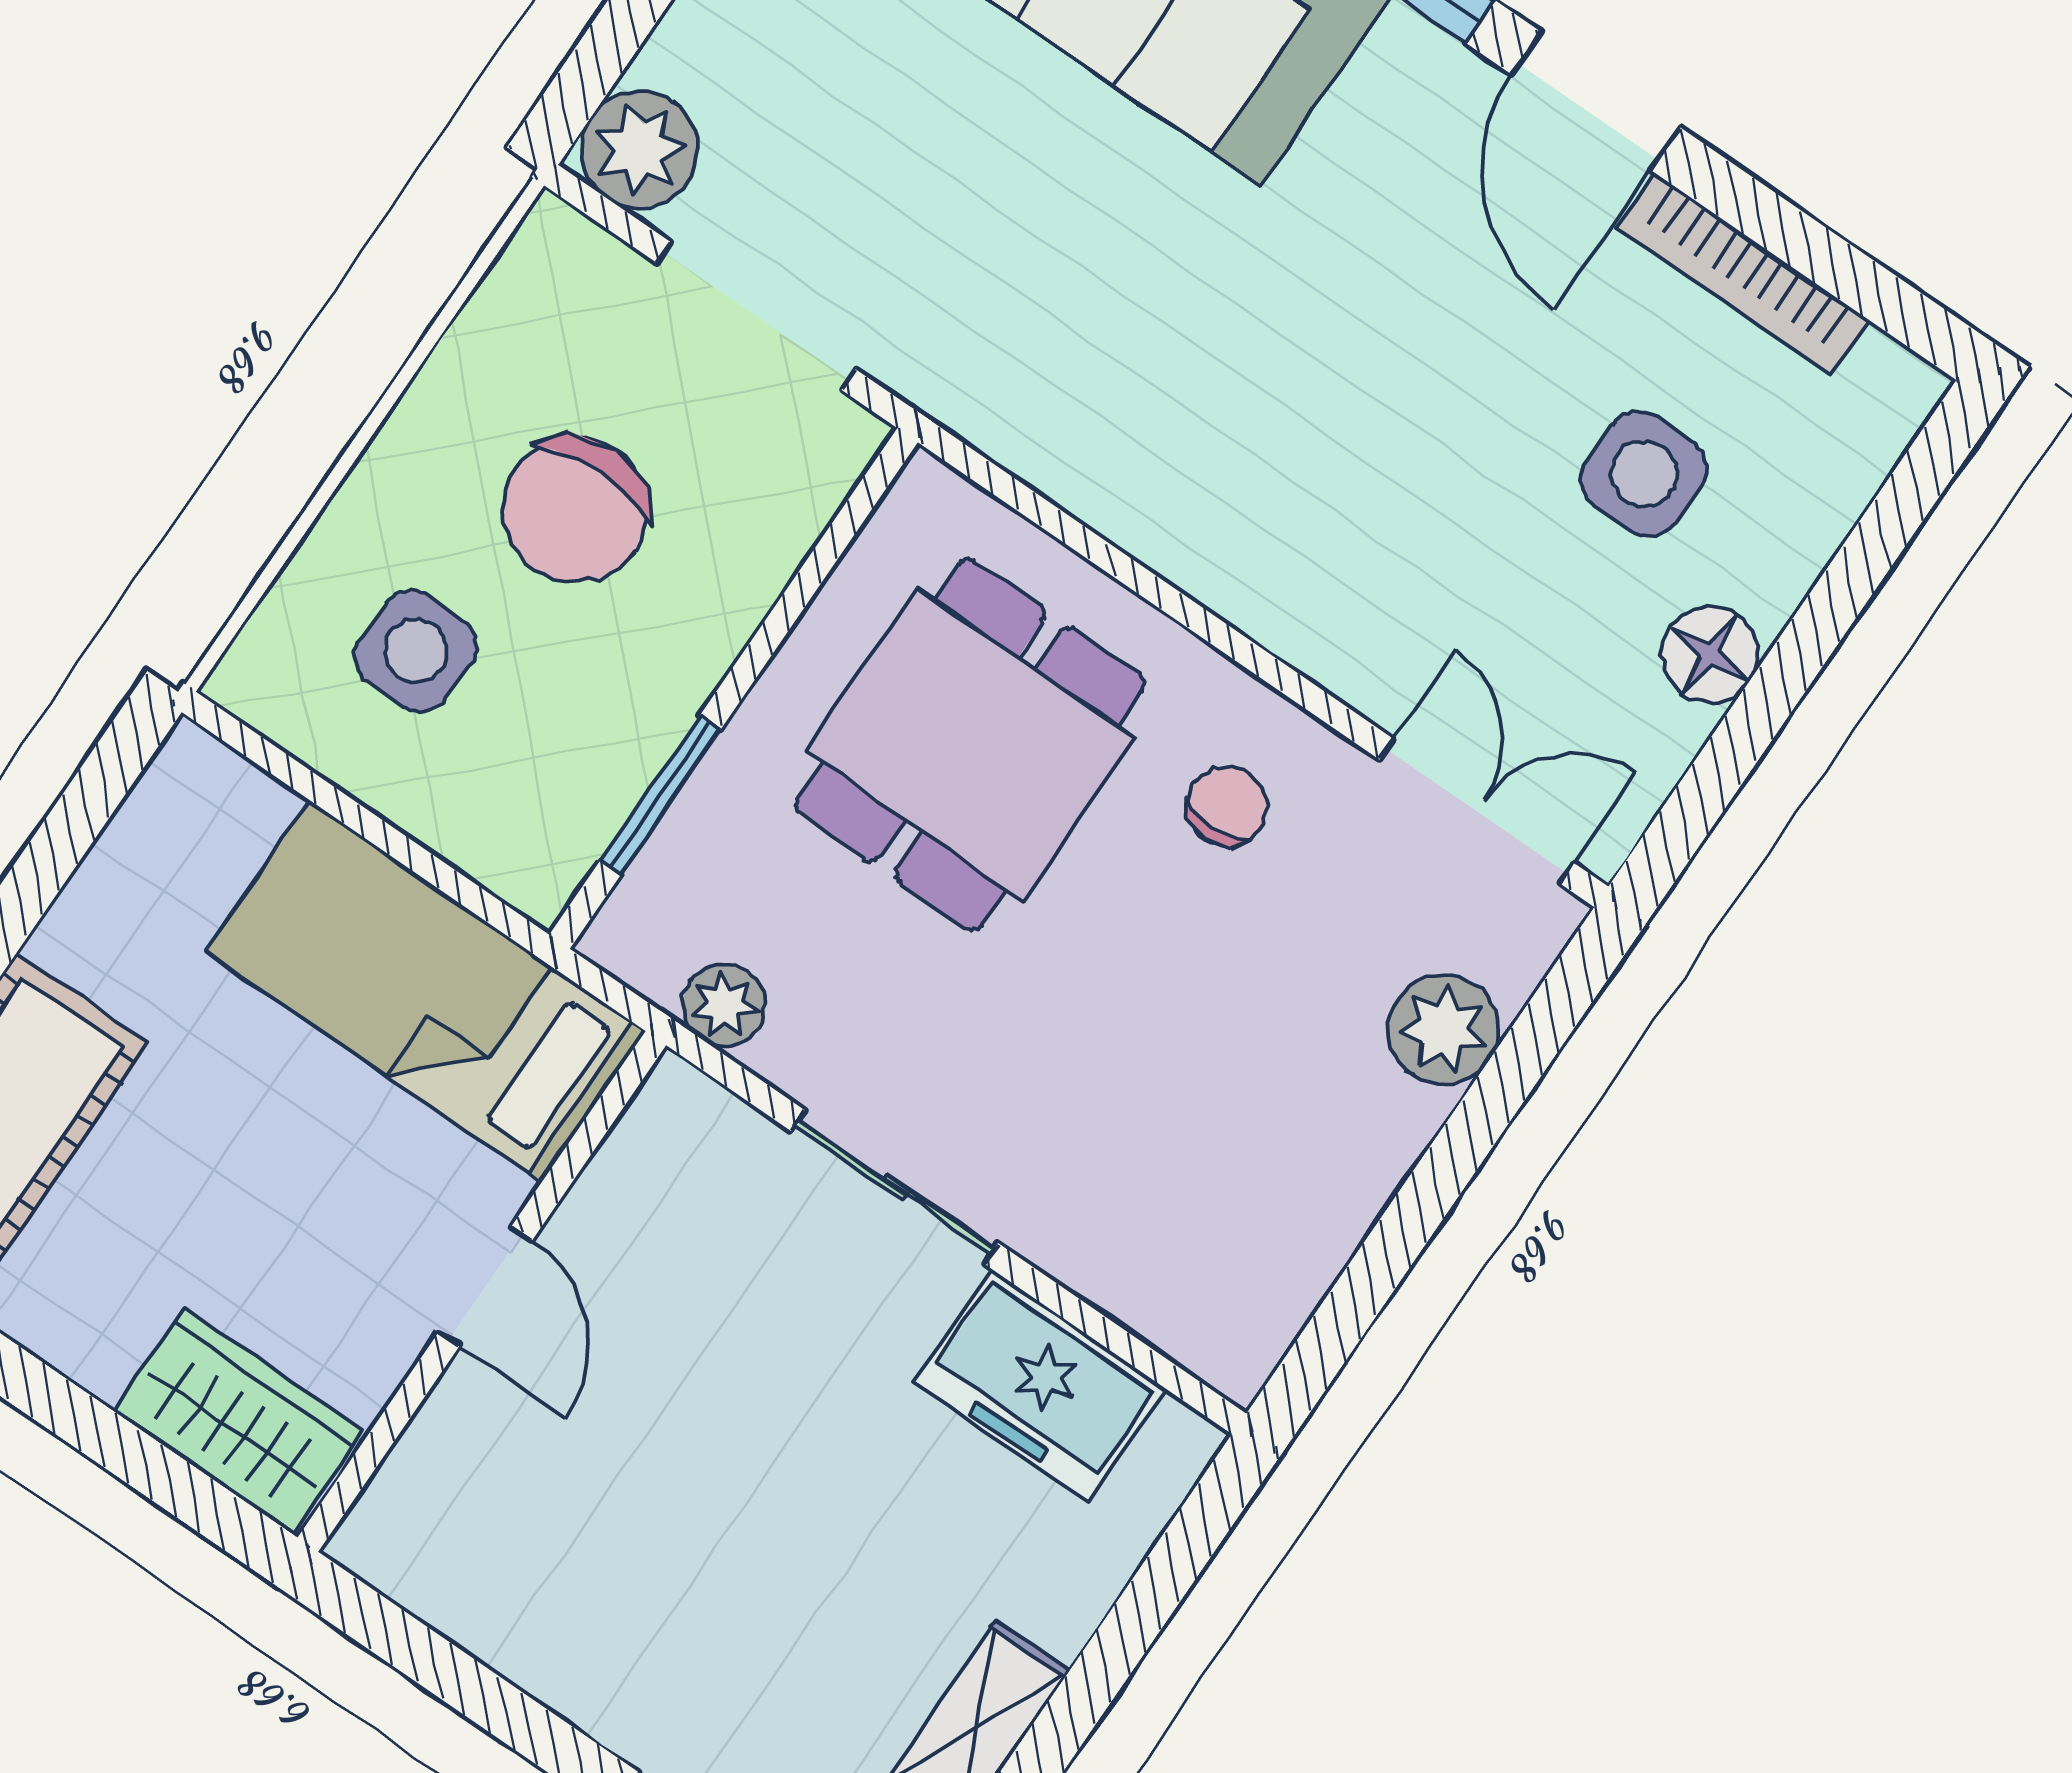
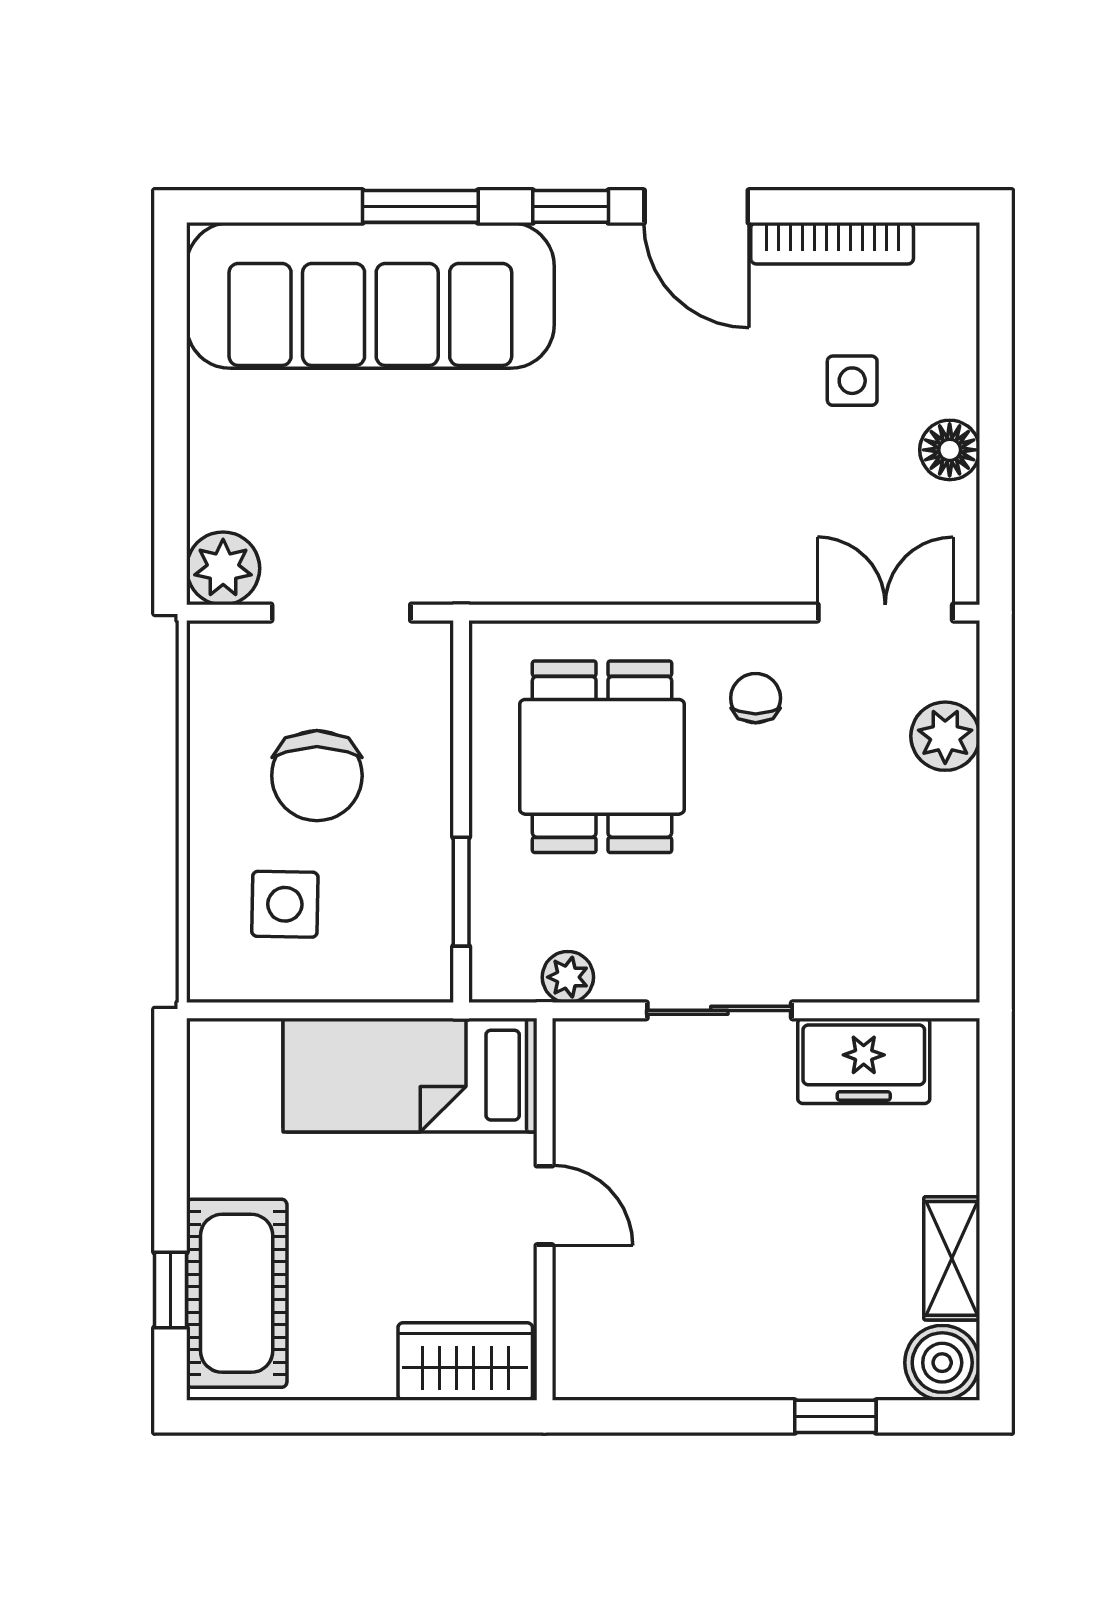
side table: (1644, 474) -> (852, 381), width x0.73, depth x0.73

